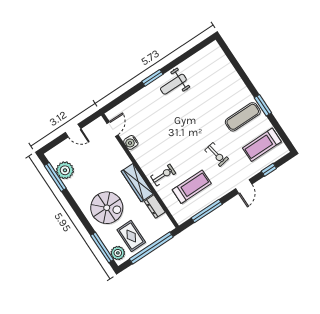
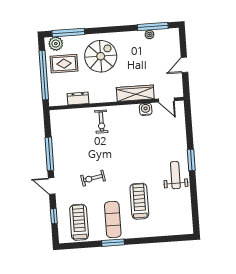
plant: (65, 170) -> (149, 35), width x0.53, depth x0.53
wardrobe: (137, 183) -> (135, 93), moved
treadmill: (192, 187) -> (139, 201), moved, turned 180
spiral stairs: (107, 208) -> (101, 56), turned 180
window: (207, 211) -> (49, 154), moved

